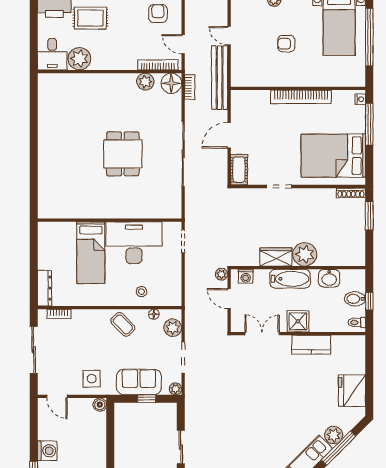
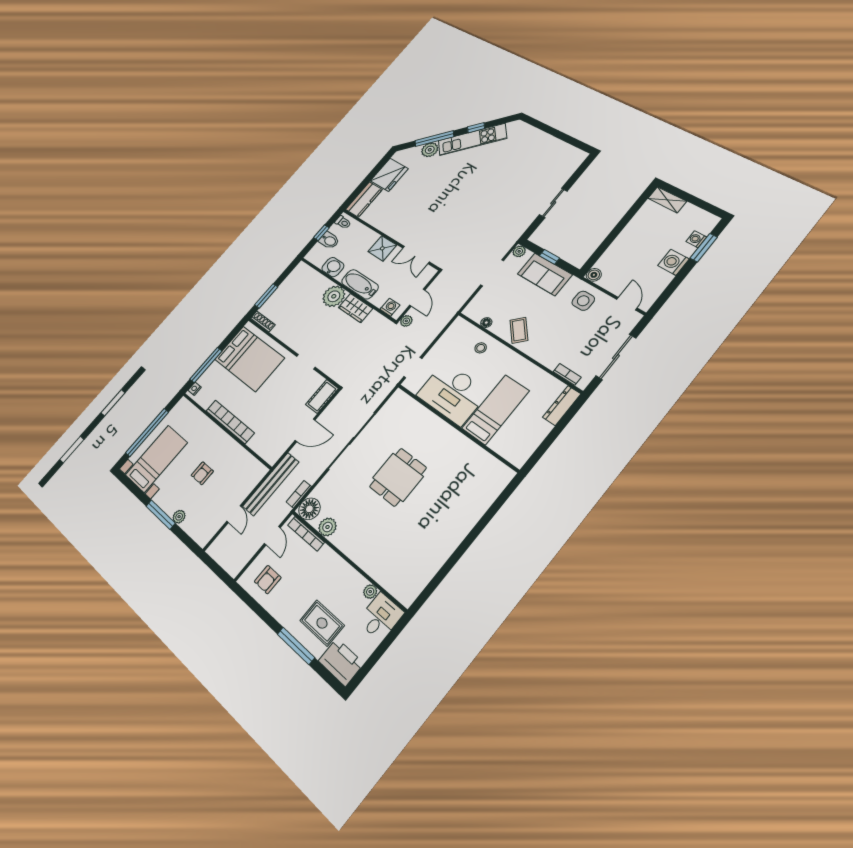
armchair: (286, 44) -> (202, 473), turned 90
plant: (79, 59) -> (370, 592), width x0.53, depth x0.53
plant: (173, 328) -> (480, 302), removed
kitchen counter: (311, 345) -> (364, 200), moved, turned 90

